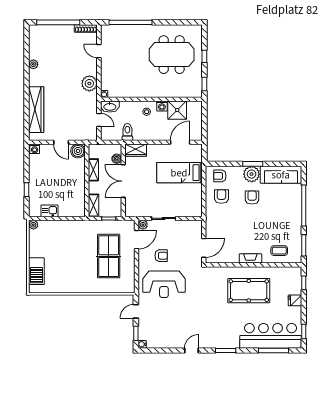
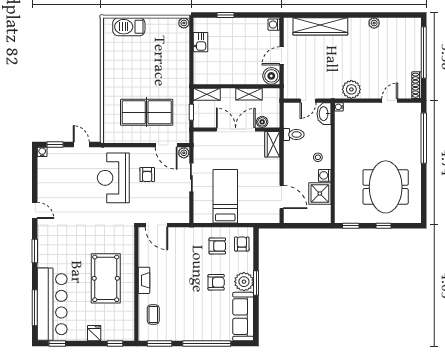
bed: (179, 173) -> (225, 196), moved

